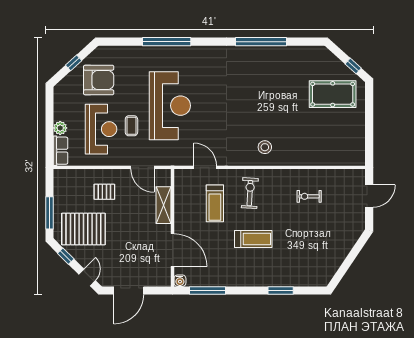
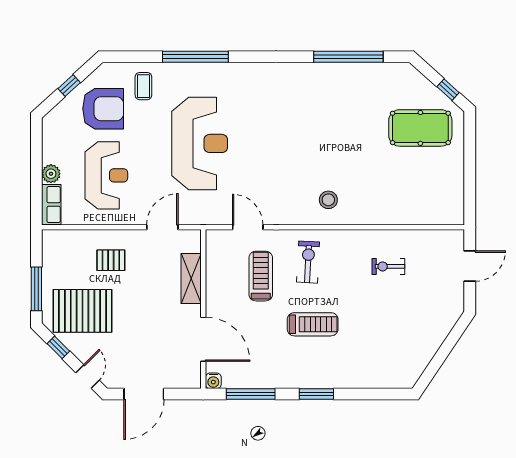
window: (261, 42) -> (348, 57), moved
coffee table: (131, 126) -> (143, 86), moved
door: (142, 167) -> (162, 227), swing flipped
treadmill: (215, 203) -> (261, 276), turned 180
window: (281, 290) -> (316, 394), moved

